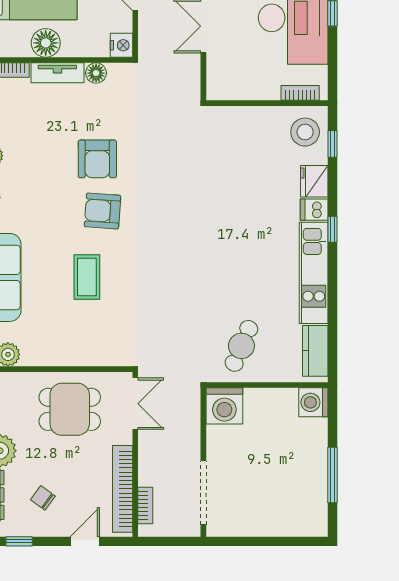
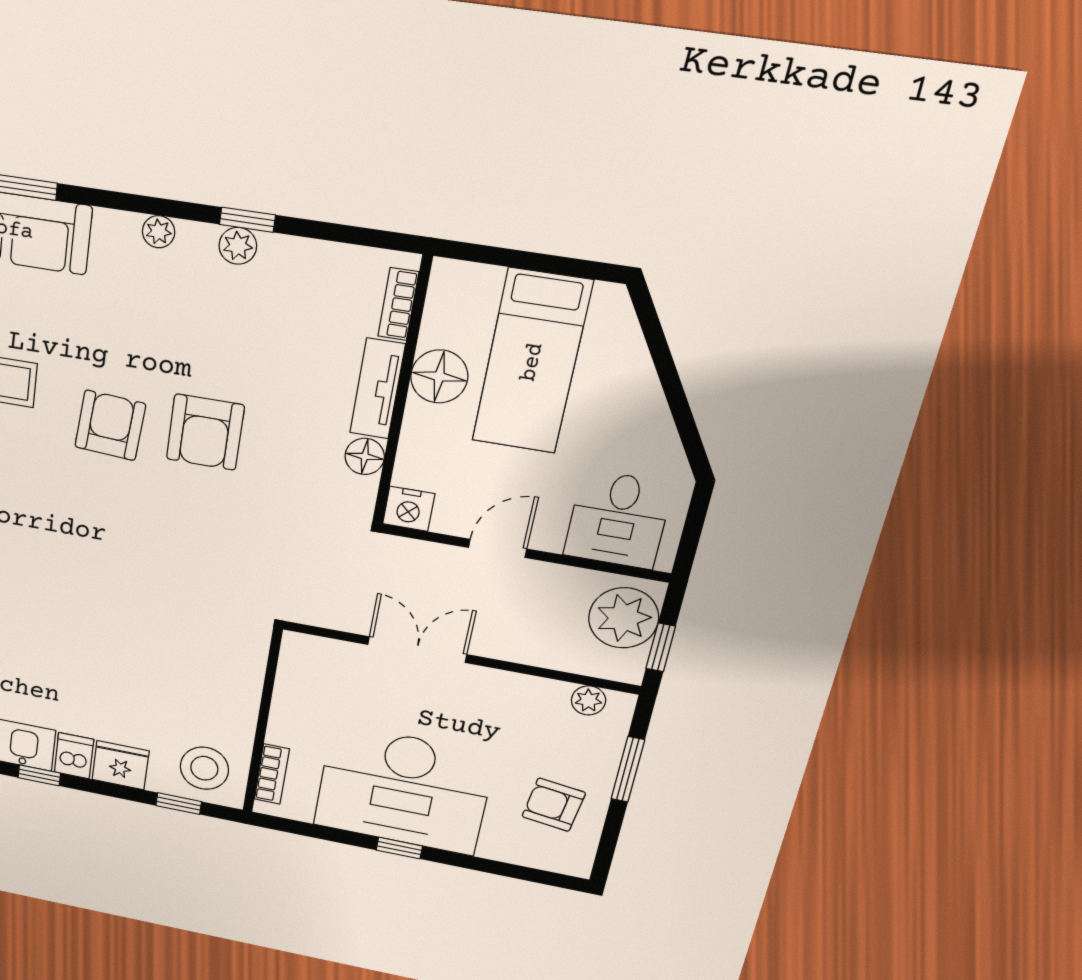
armchair: (97, 159) -> (205, 432), turned -90

